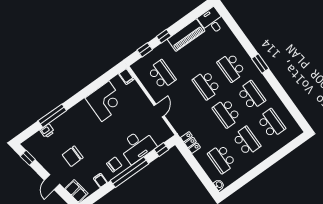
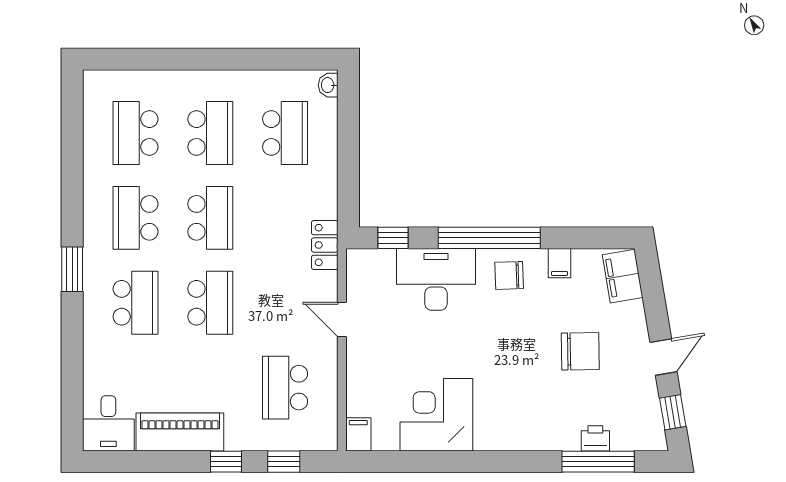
door: (159, 110) -> (342, 319), hinge flipped
window: (52, 116) -> (598, 462), moved
school desk: (247, 141) -> (210, 133), turned 180
locker: (190, 142) -> (325, 245), moved
door: (52, 182) -> (663, 357), moved

